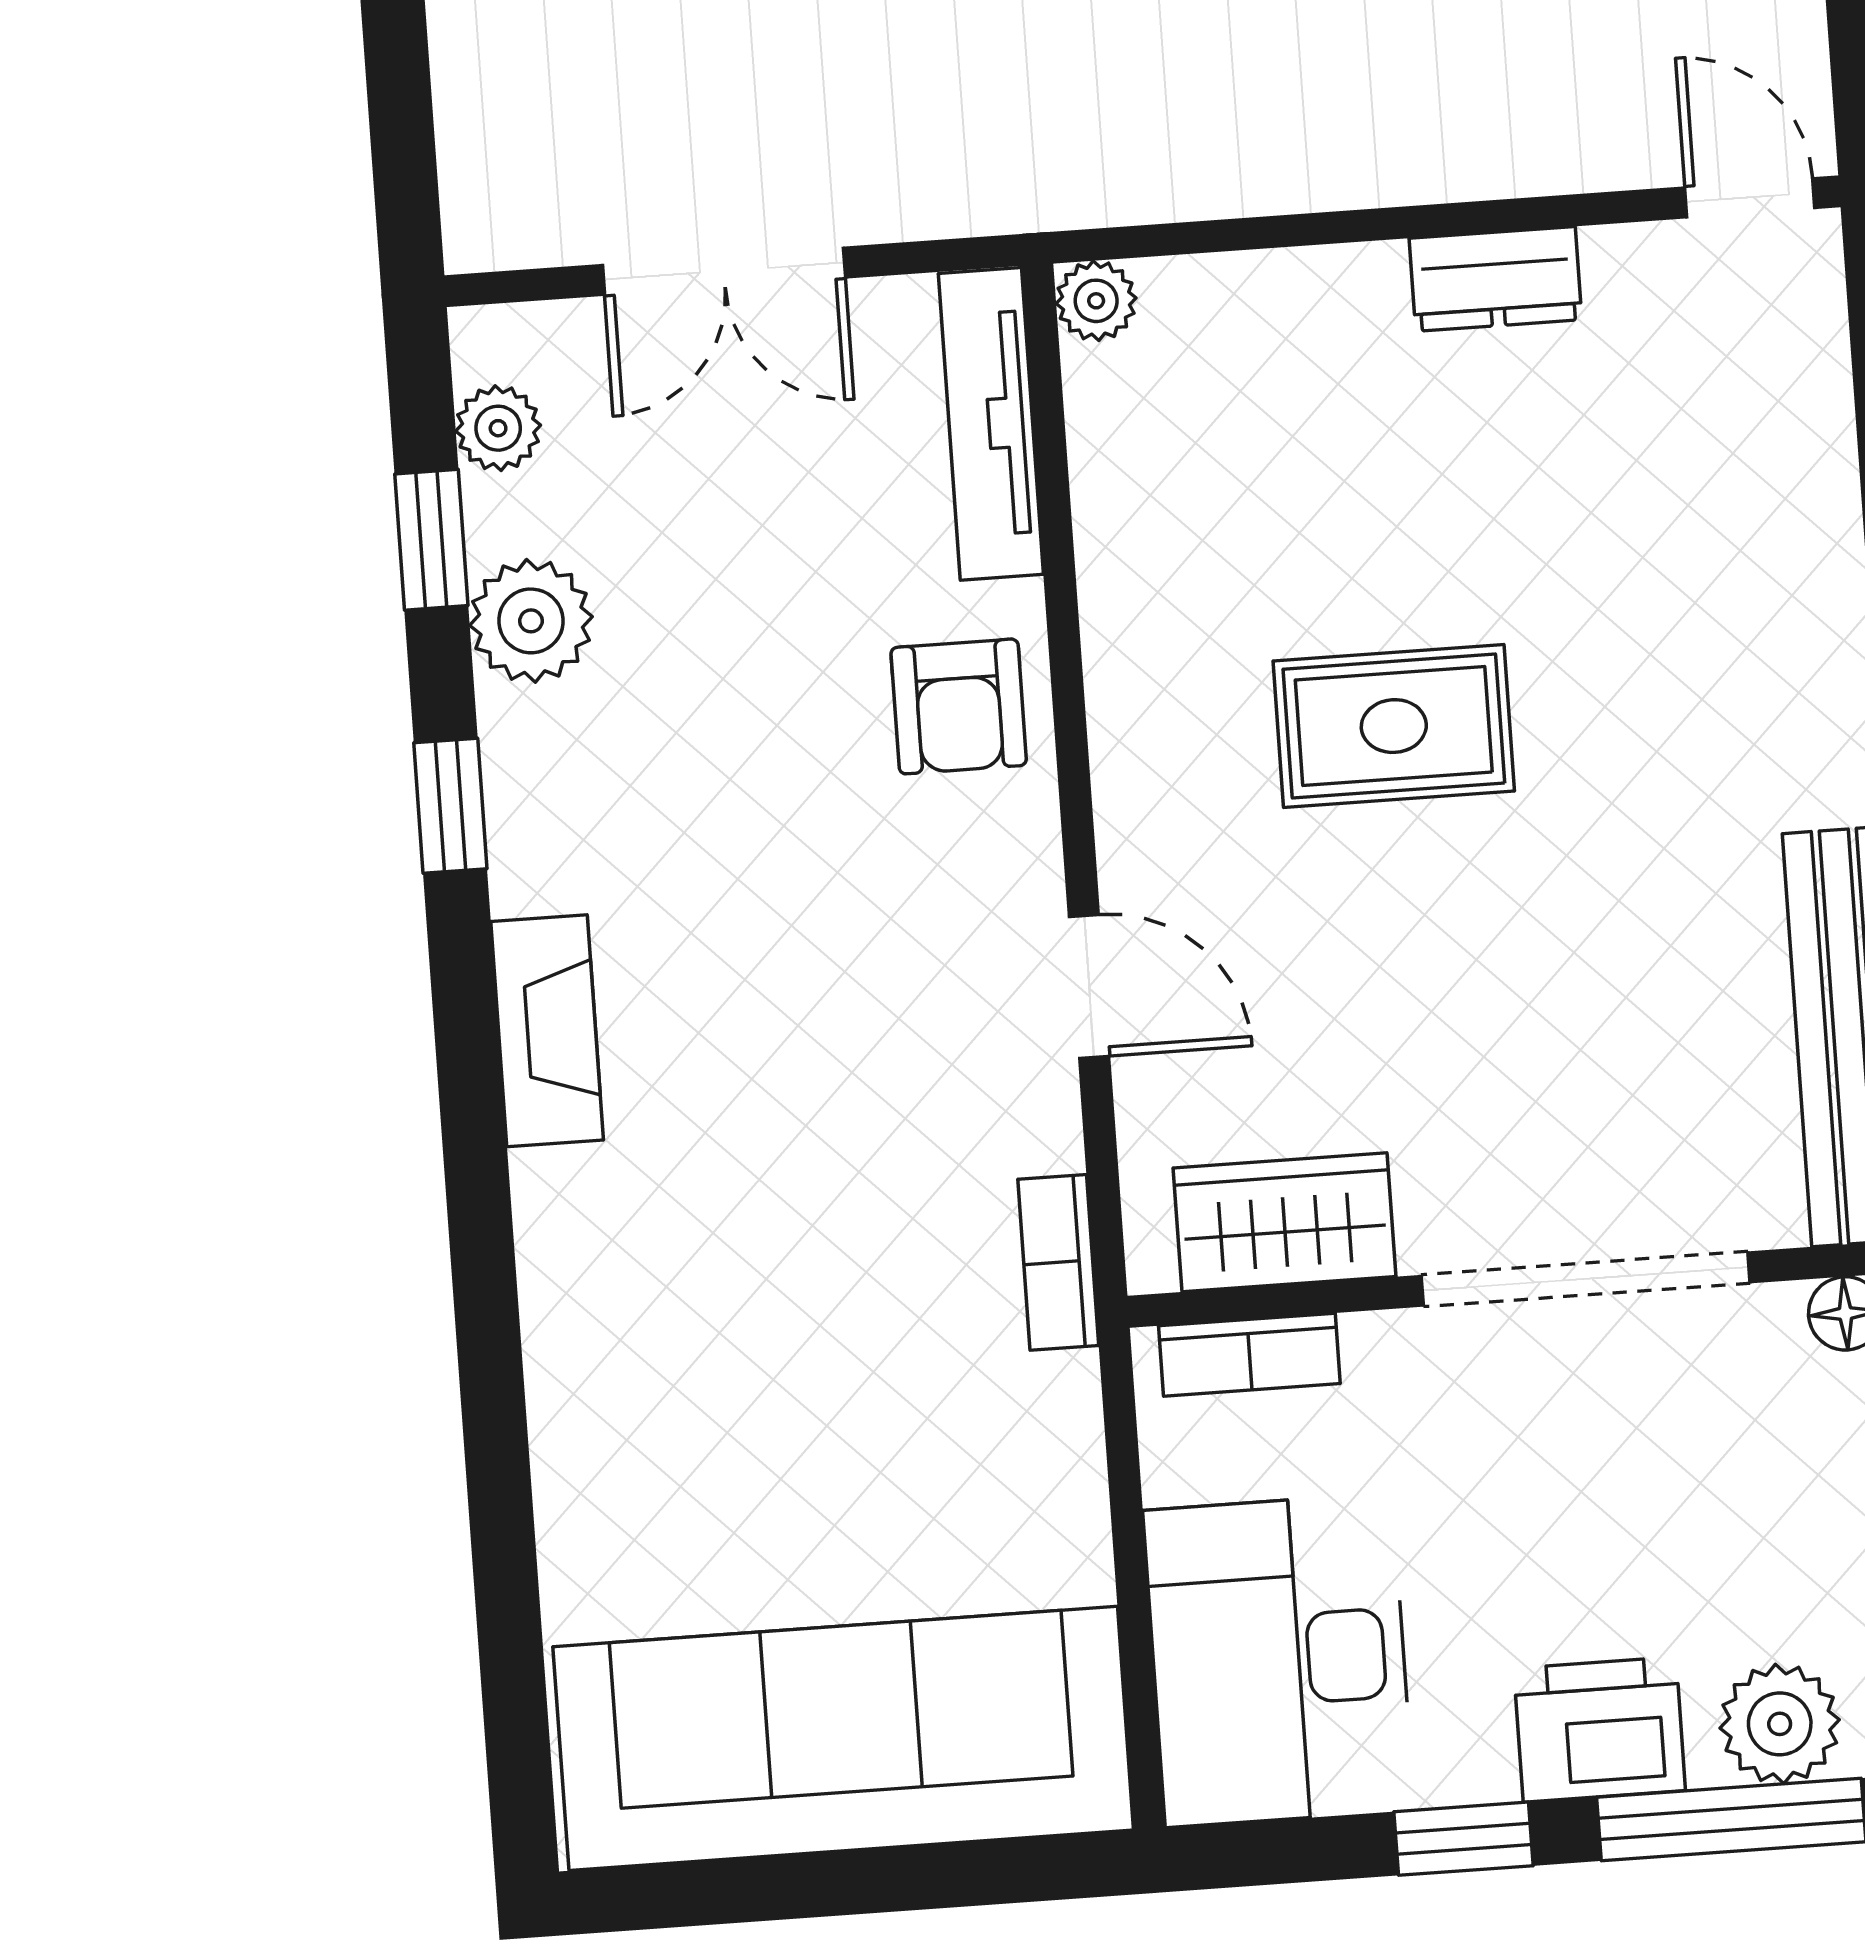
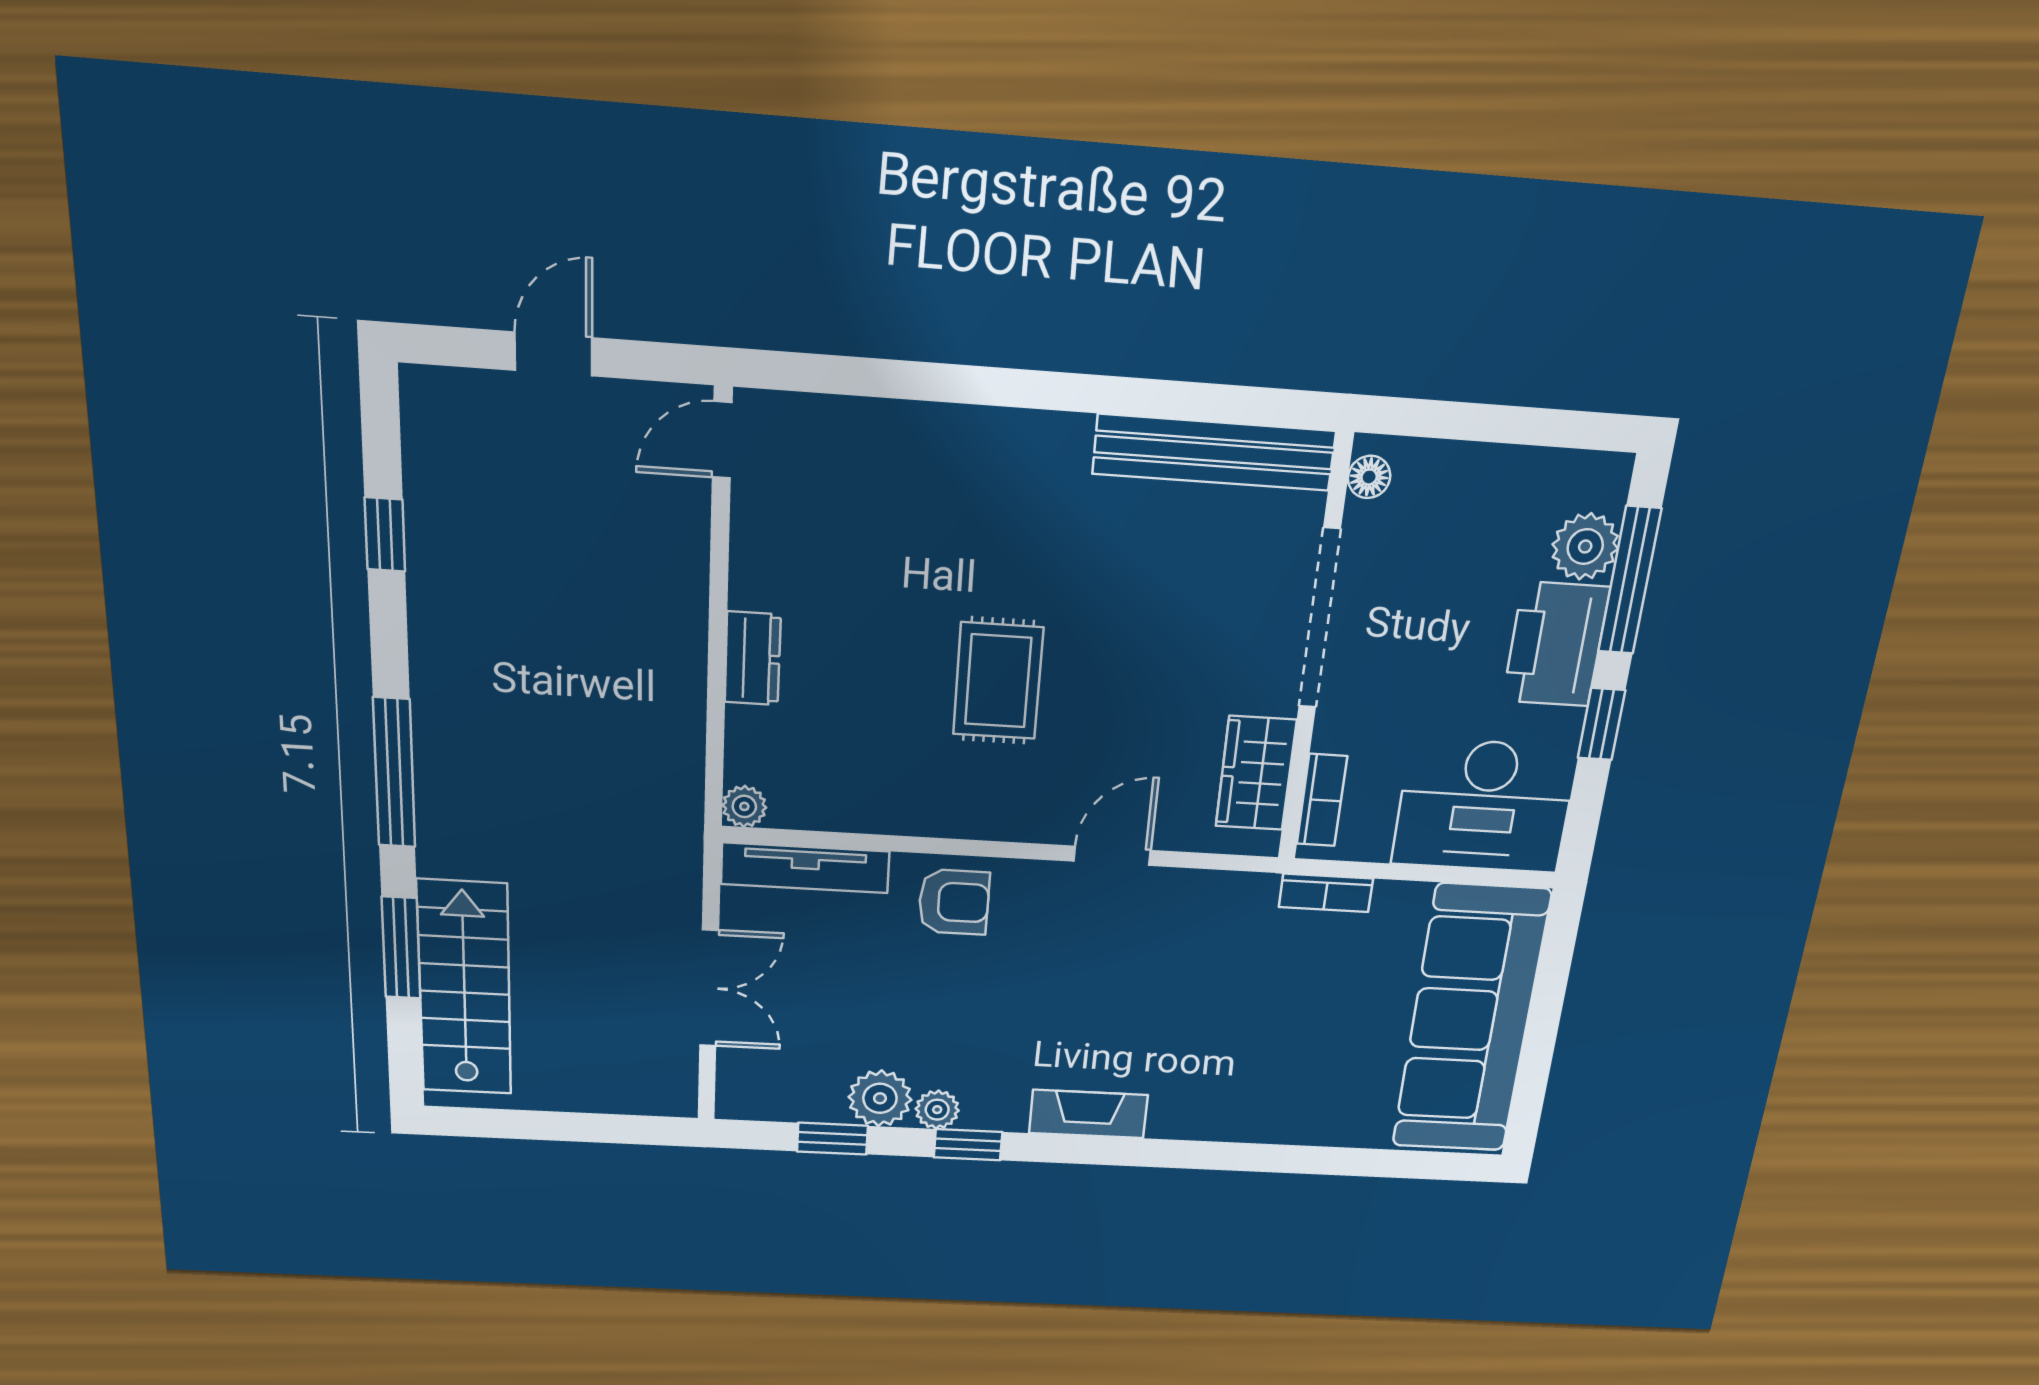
dresser: (1496, 279) -> (753, 658), moved
plant: (498, 428) -> (937, 1110), moved
bookcase: (1058, 1262) -> (1326, 893), moved
printer: (1600, 1729) -> (1556, 644), width x1.37, depth x1.19

